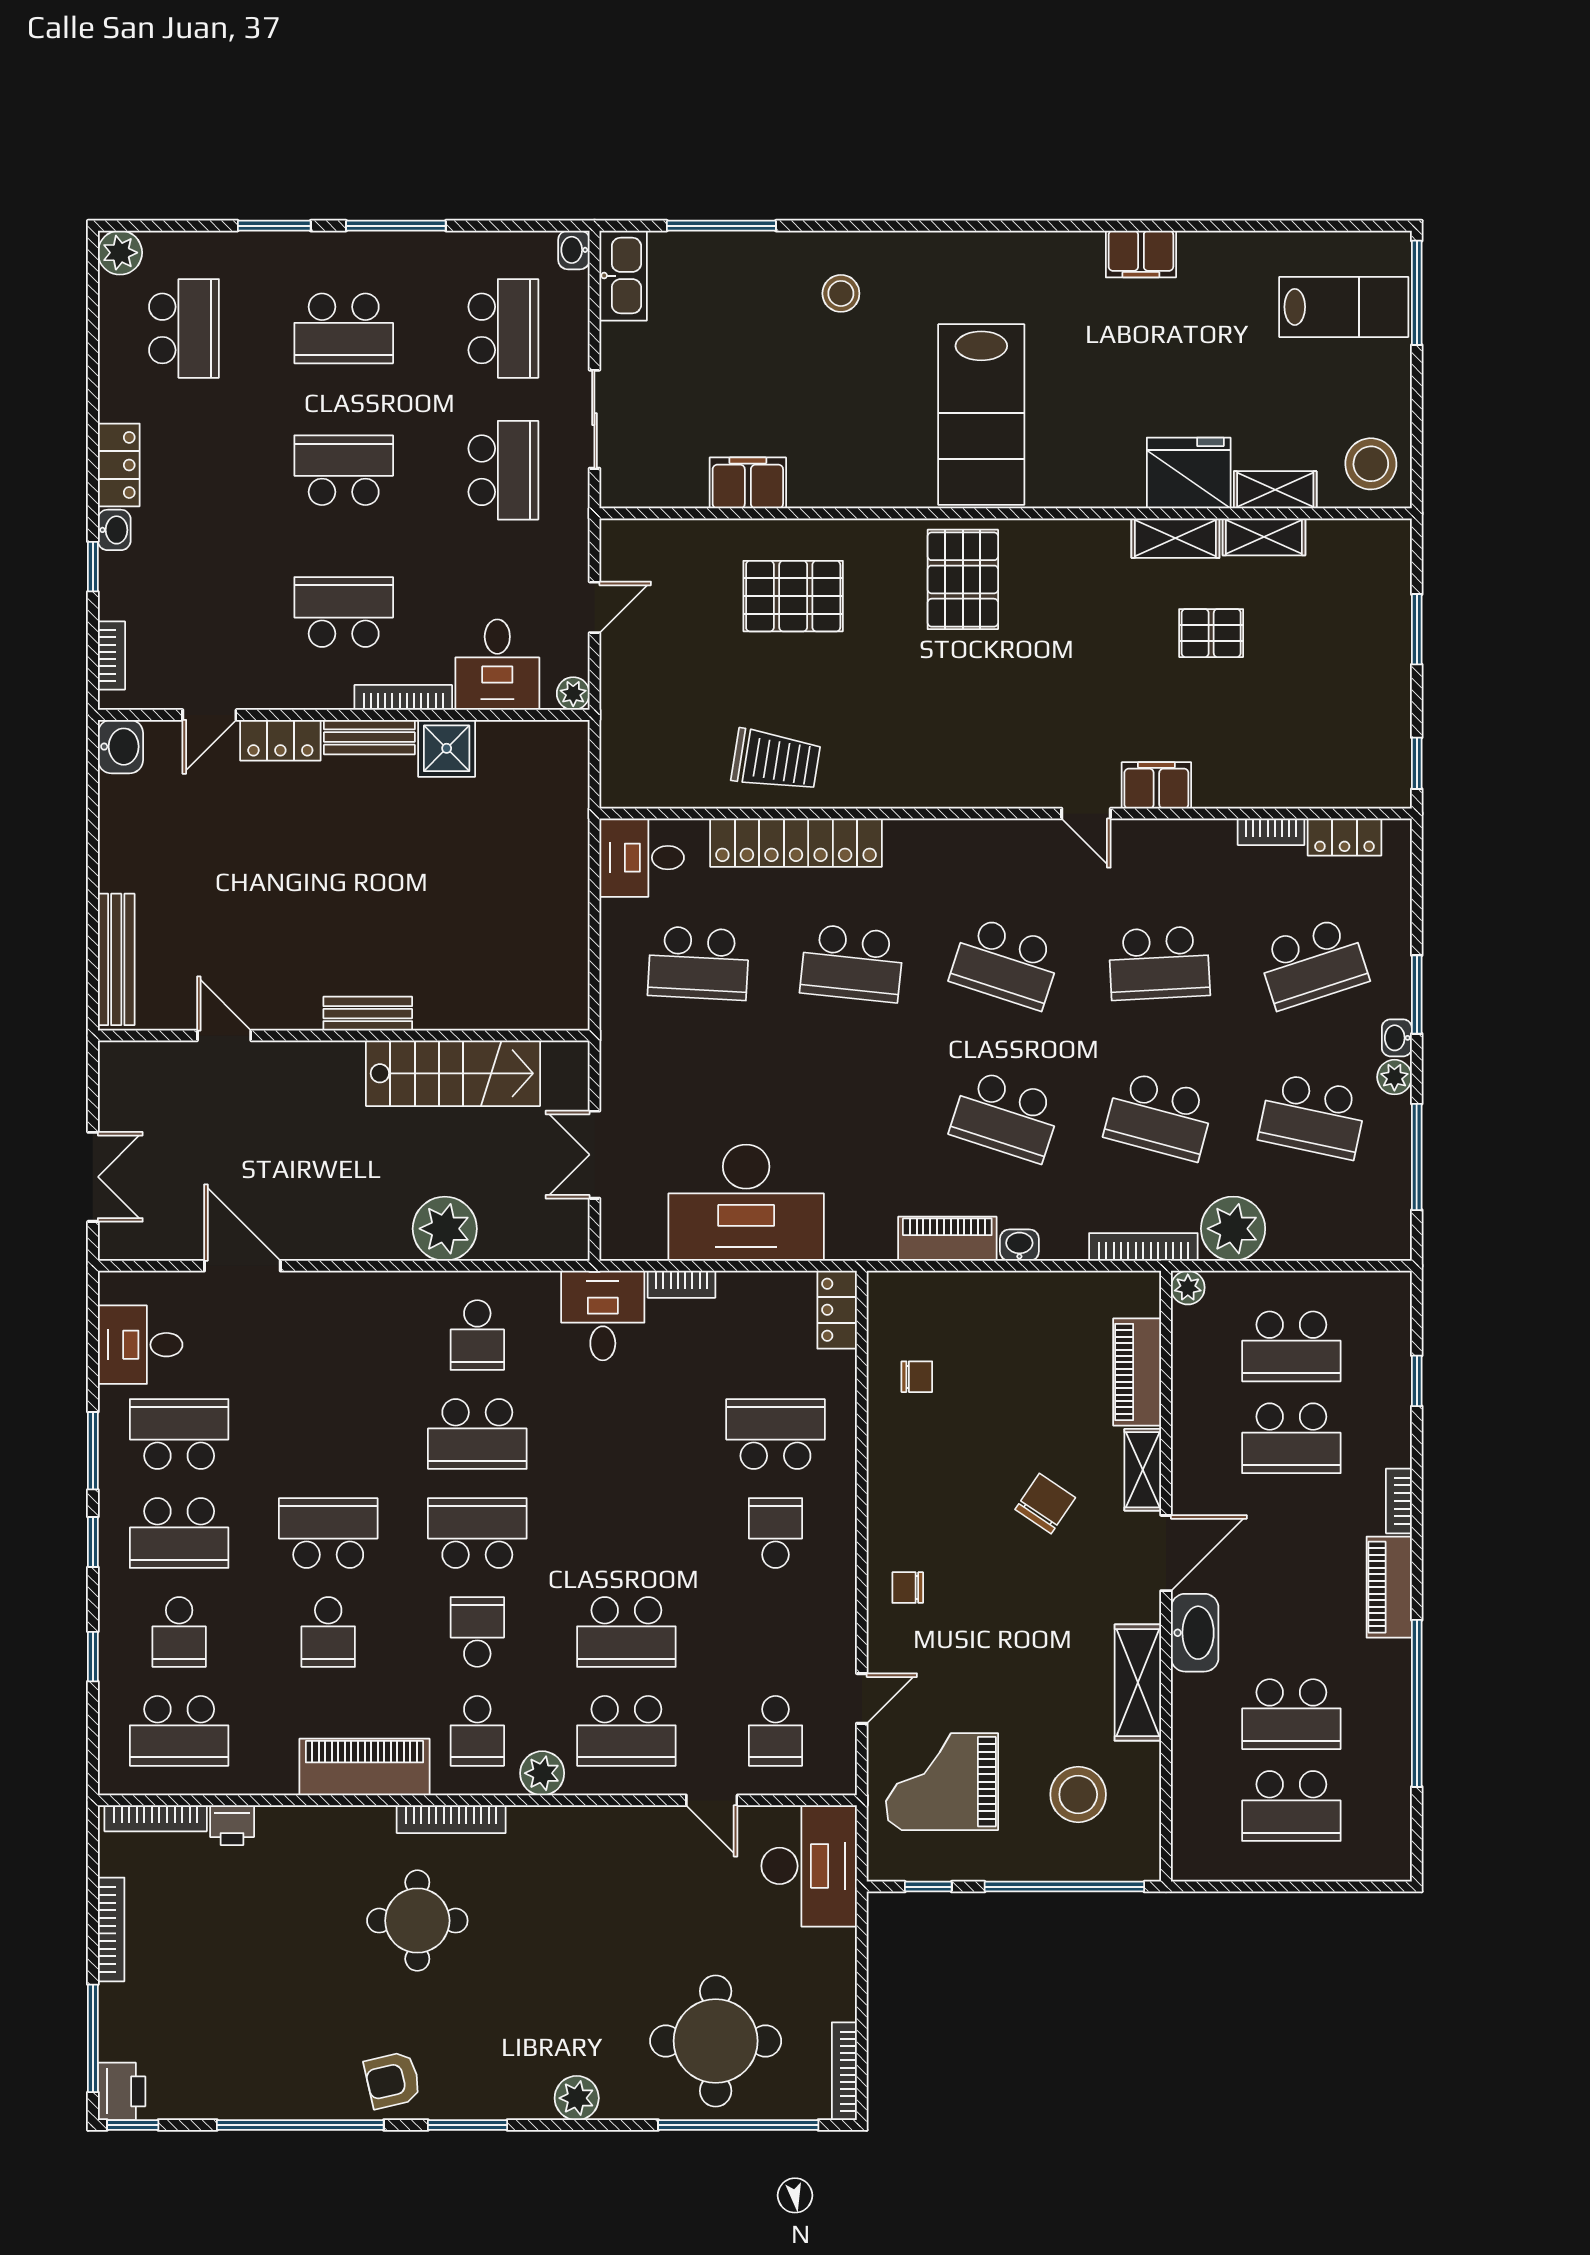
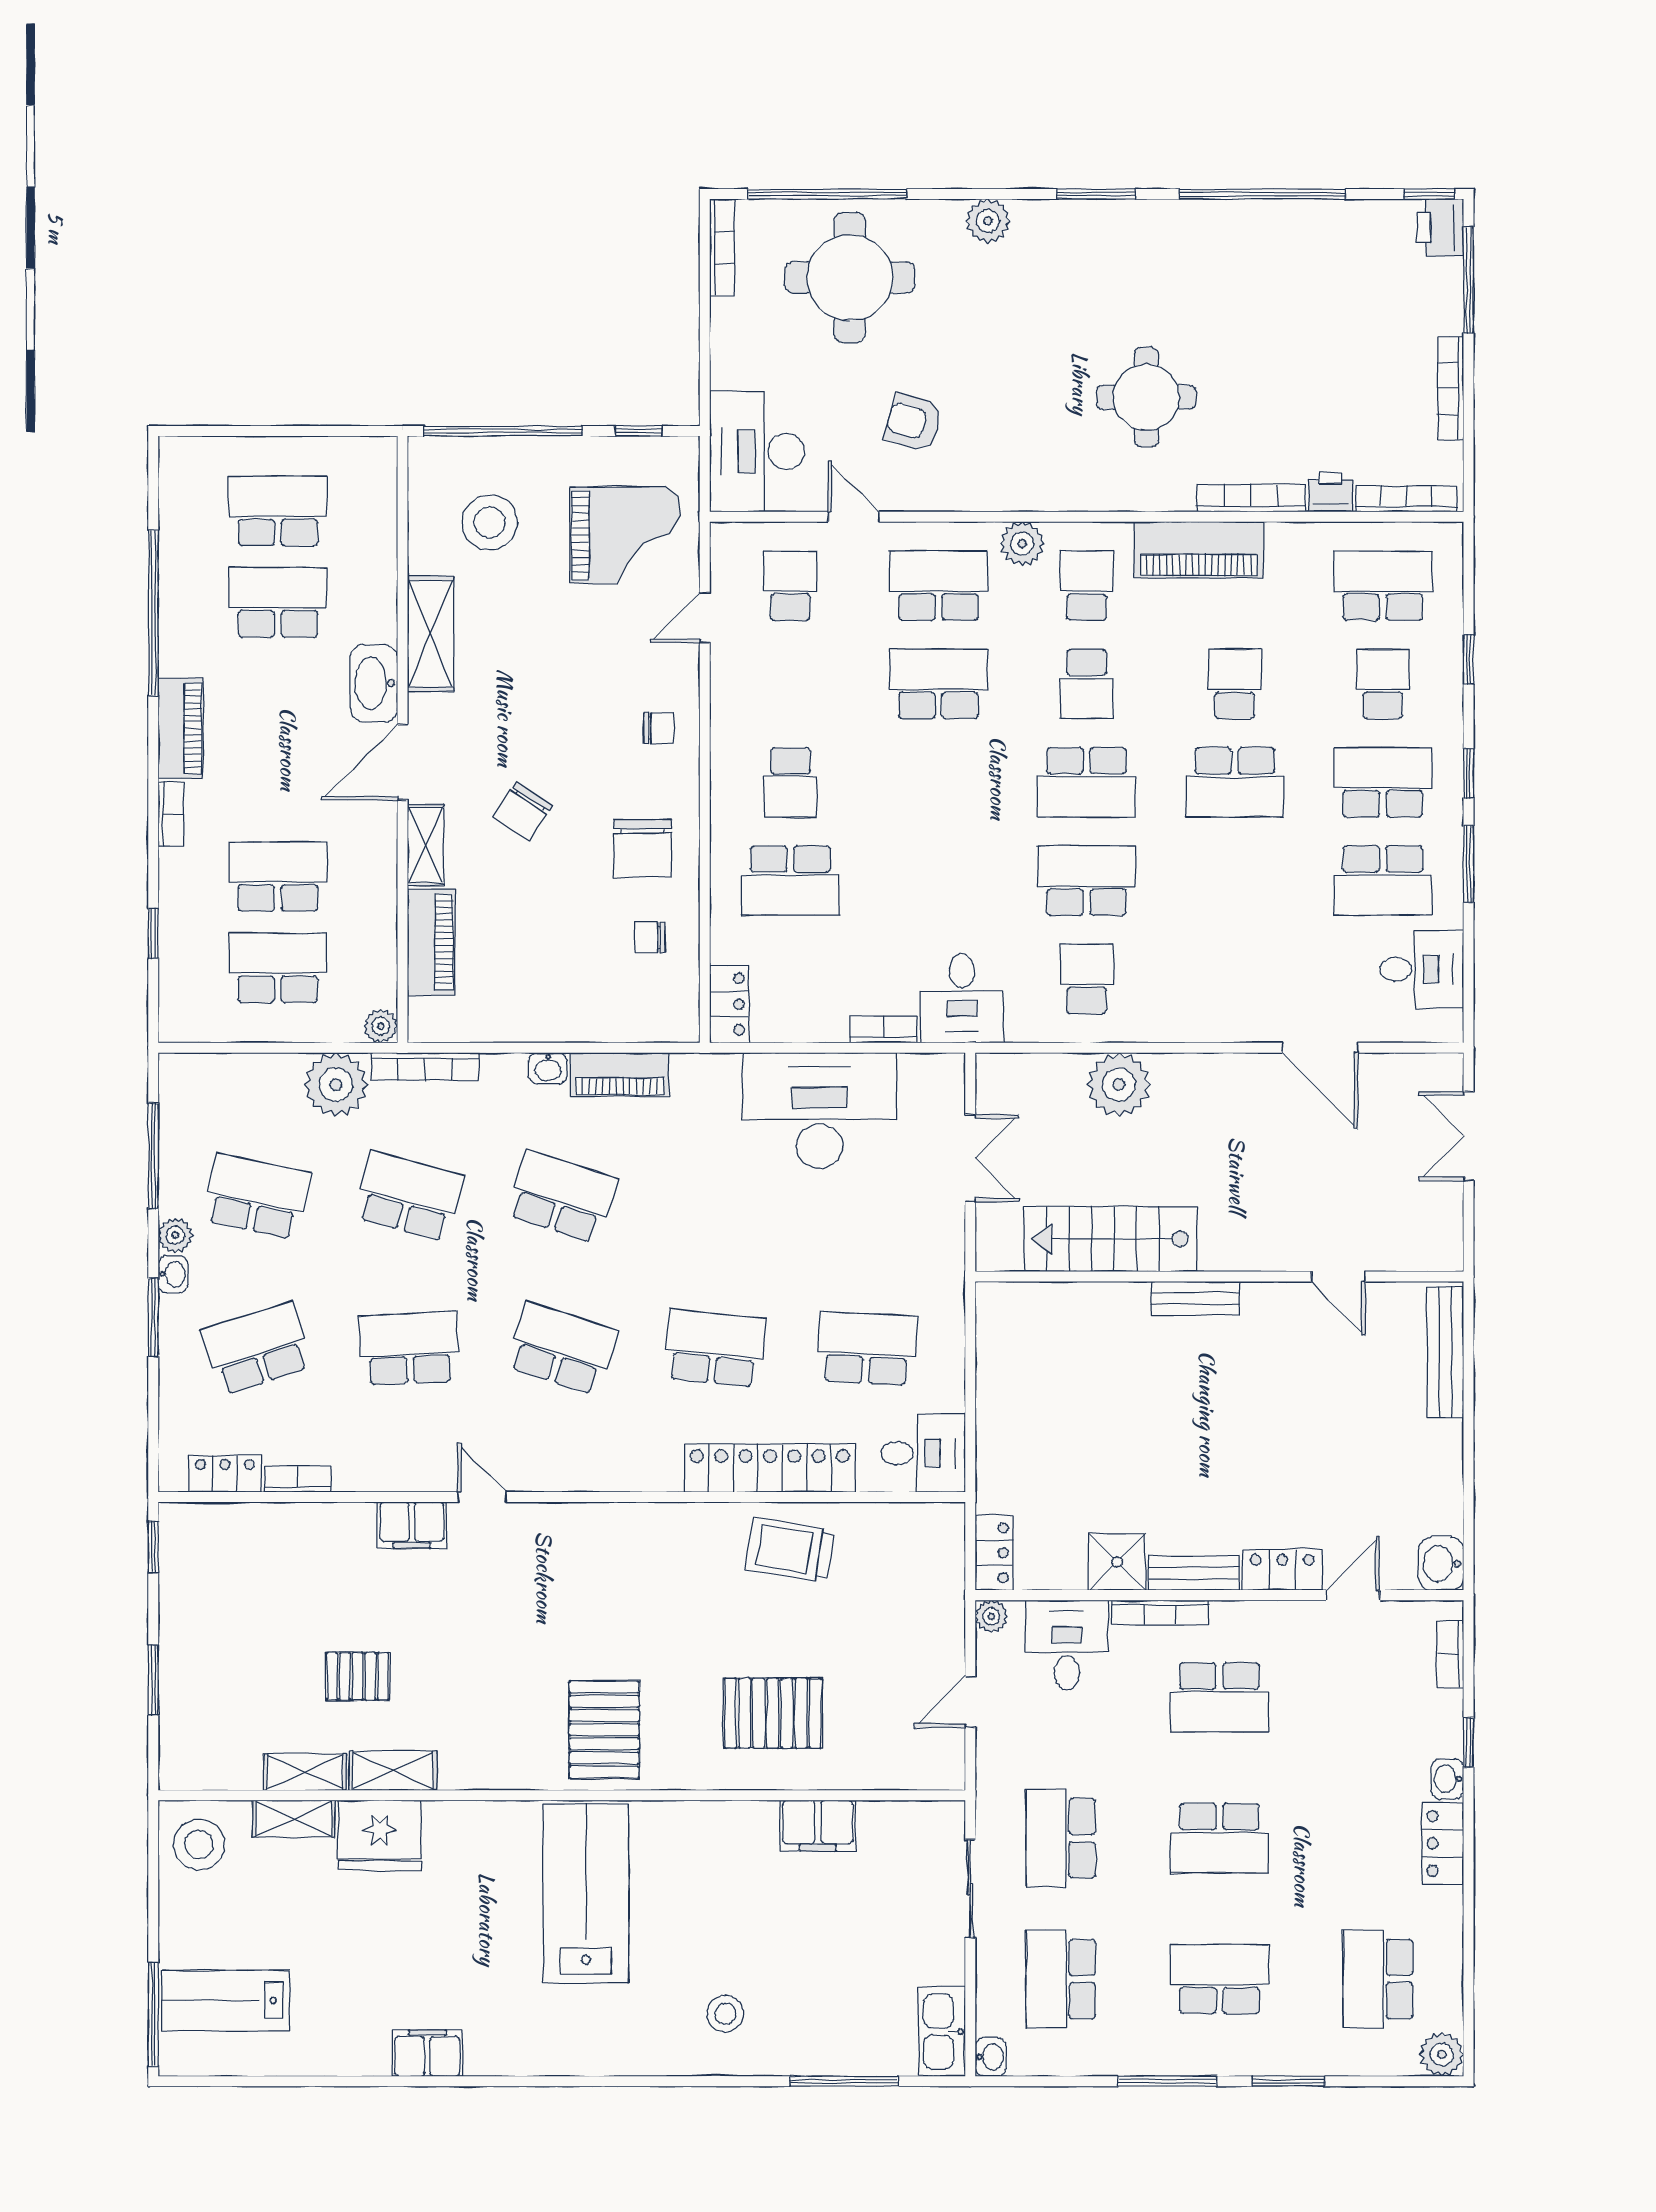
locker: (571, 757) -> (994, 1553), added
chair: (924, 1466) -> (642, 848), added
bookcase: (451, 1819) -> (1251, 498), moved
armchair: (393, 2080) -> (914, 423), moved, turned -151

